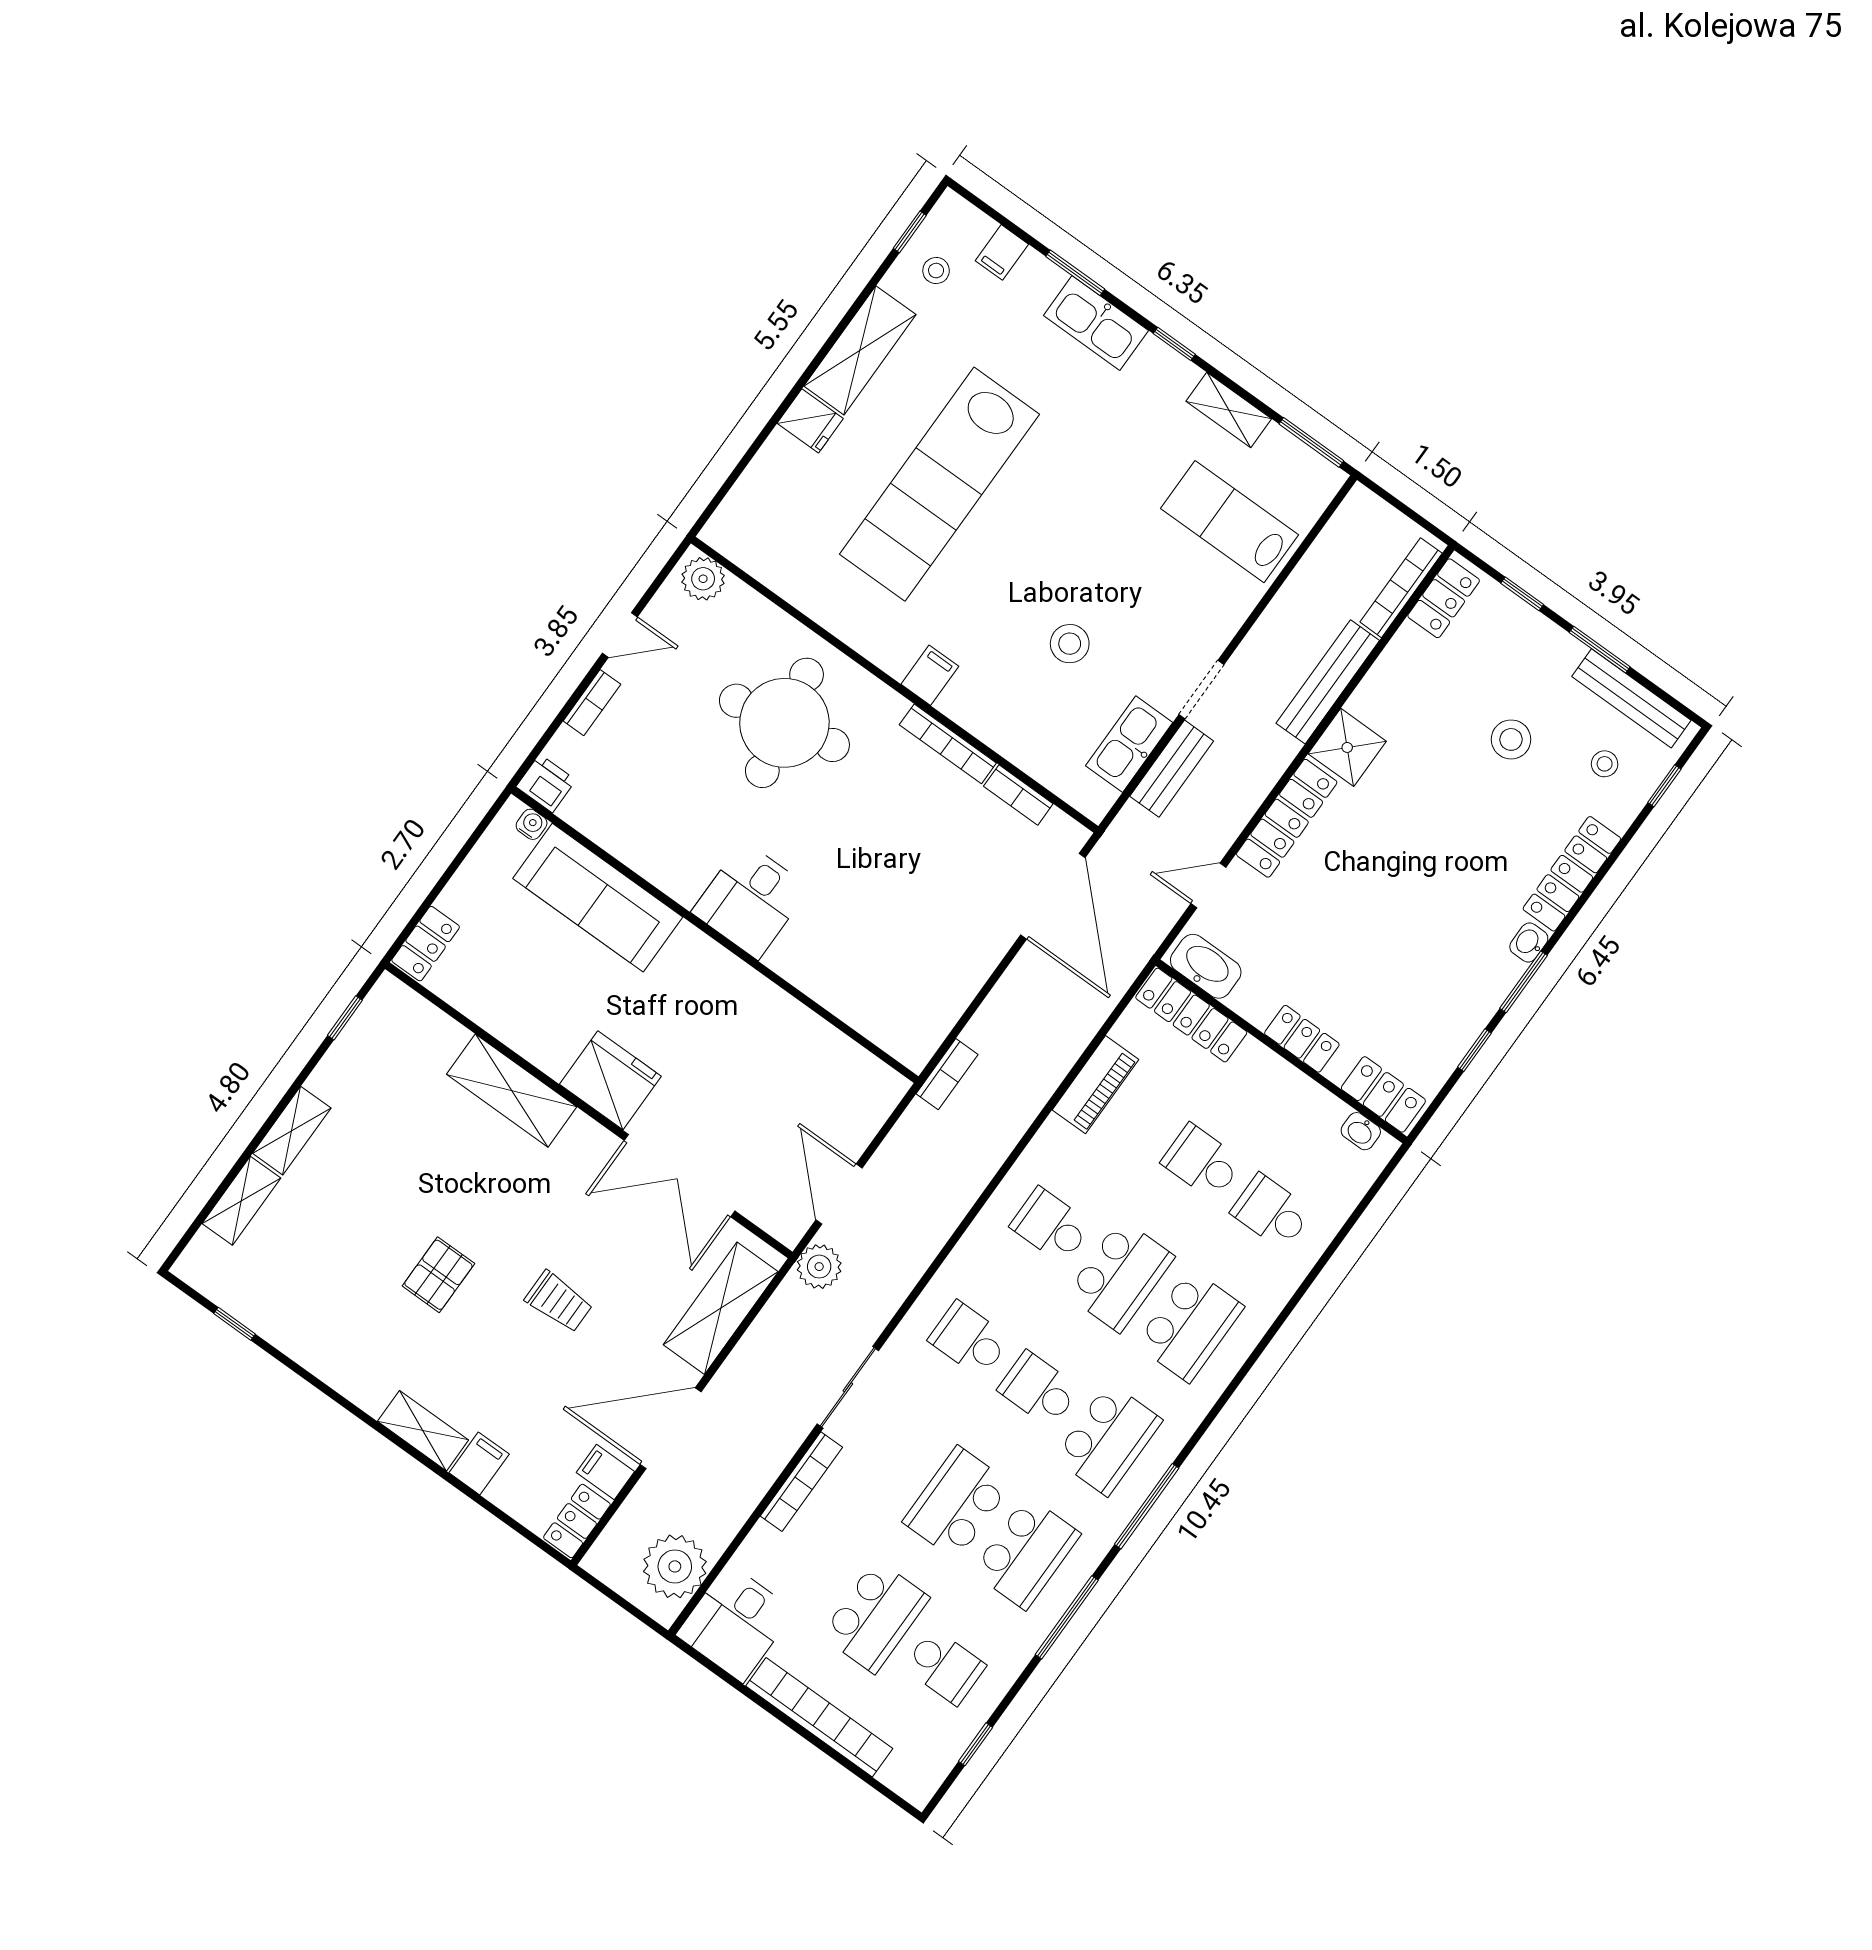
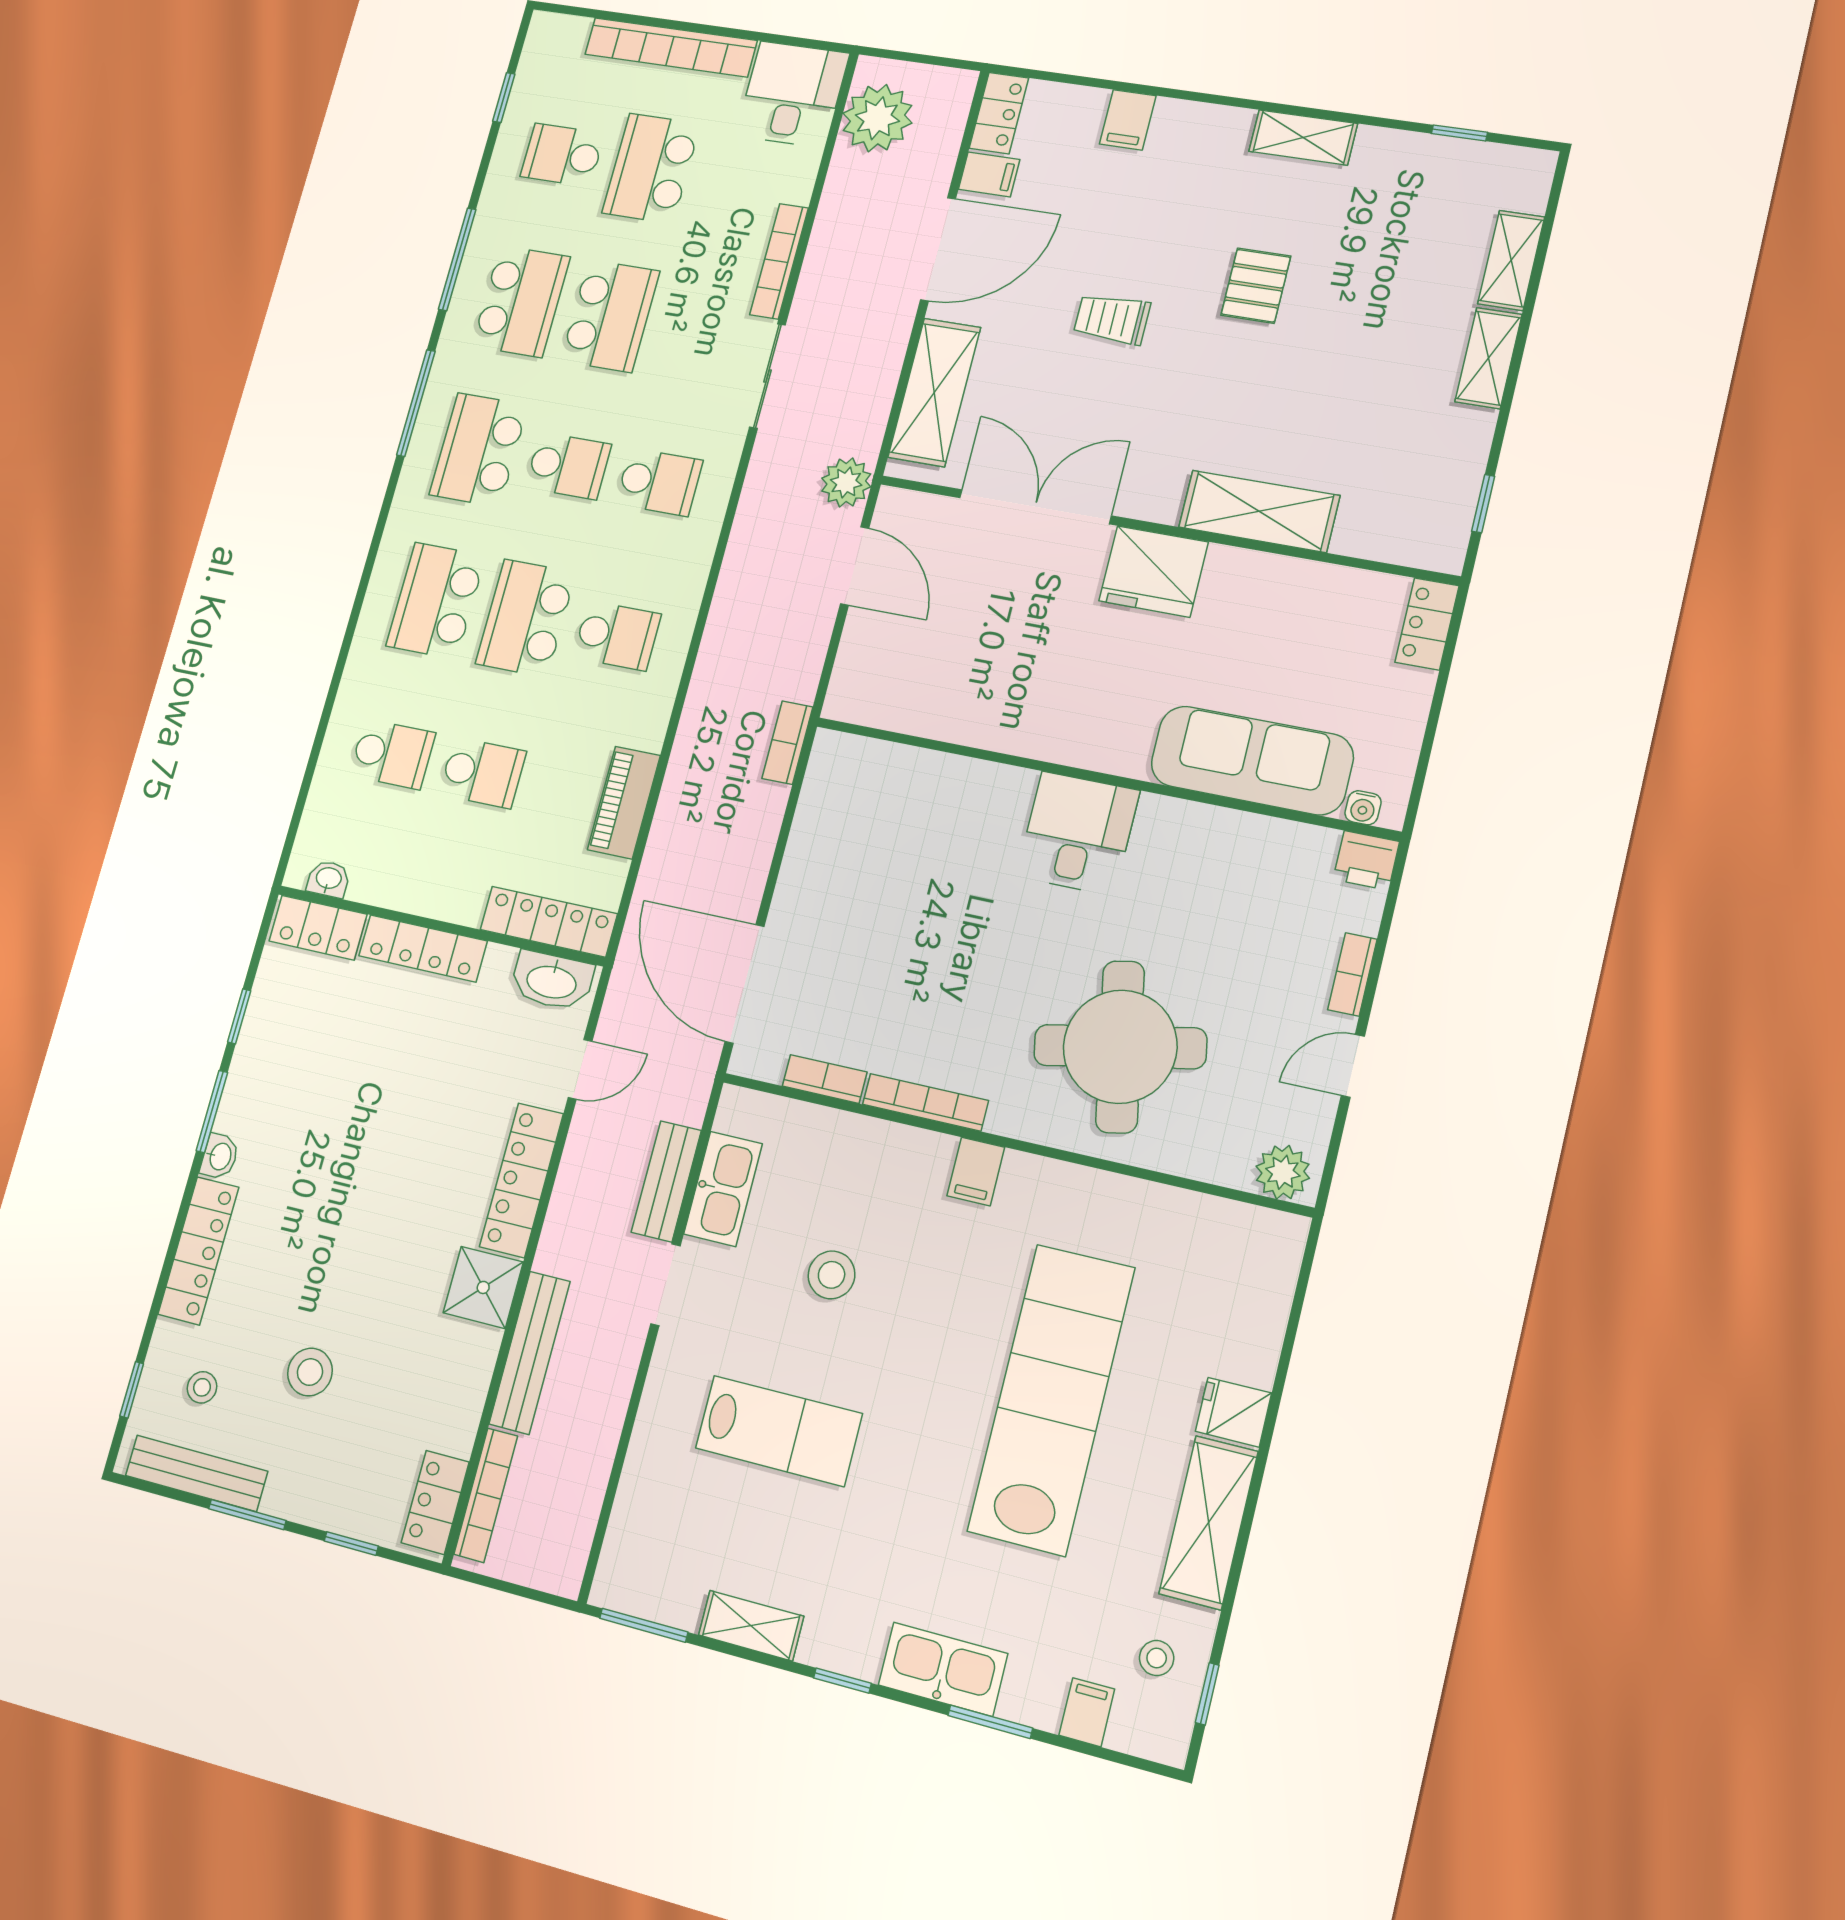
lab bench: (1229, 522) -> (779, 1431), moved
locker: (1302, 1039) -> (423, 948), width x1.53
shelving: (423, 1431) -> (1303, 137), moved
school desk: (1026, 1553) -> (521, 301), turned 180

